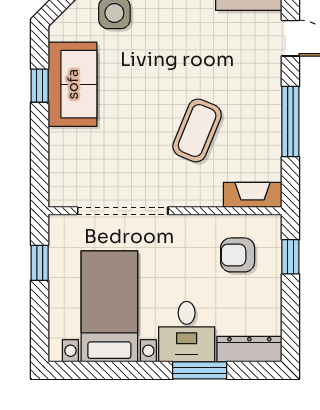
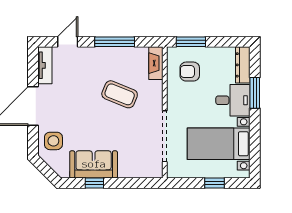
armchair: (238, 255) -> (190, 72), turned 90
window: (290, 257) -> (191, 42), width x1.50
window: (40, 263) -> (215, 183), moved

